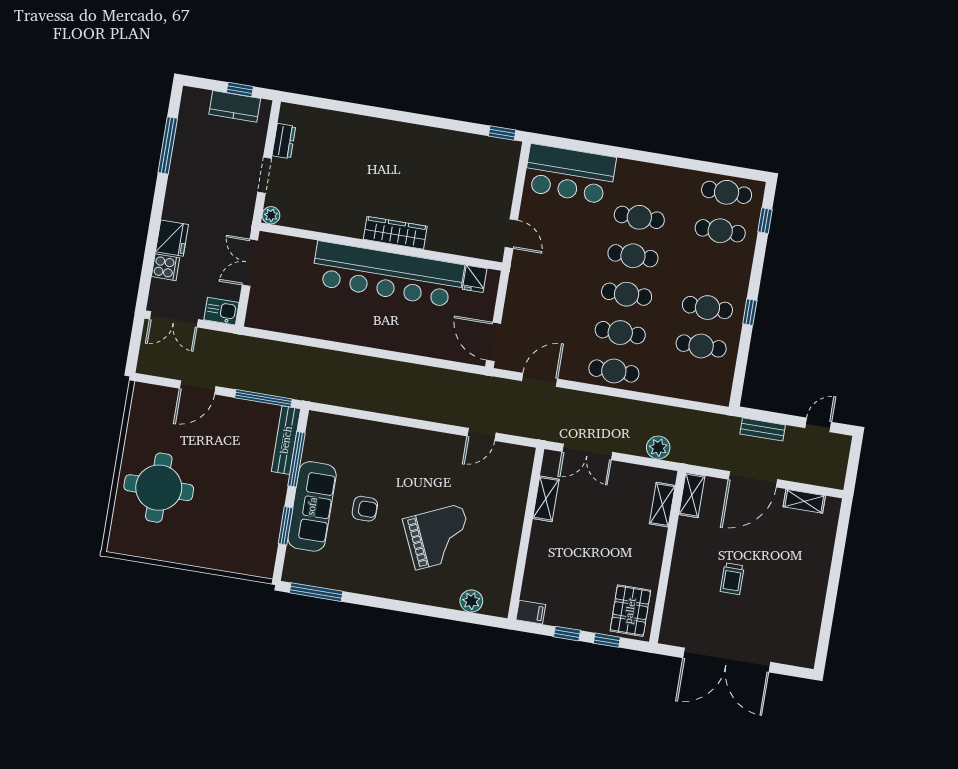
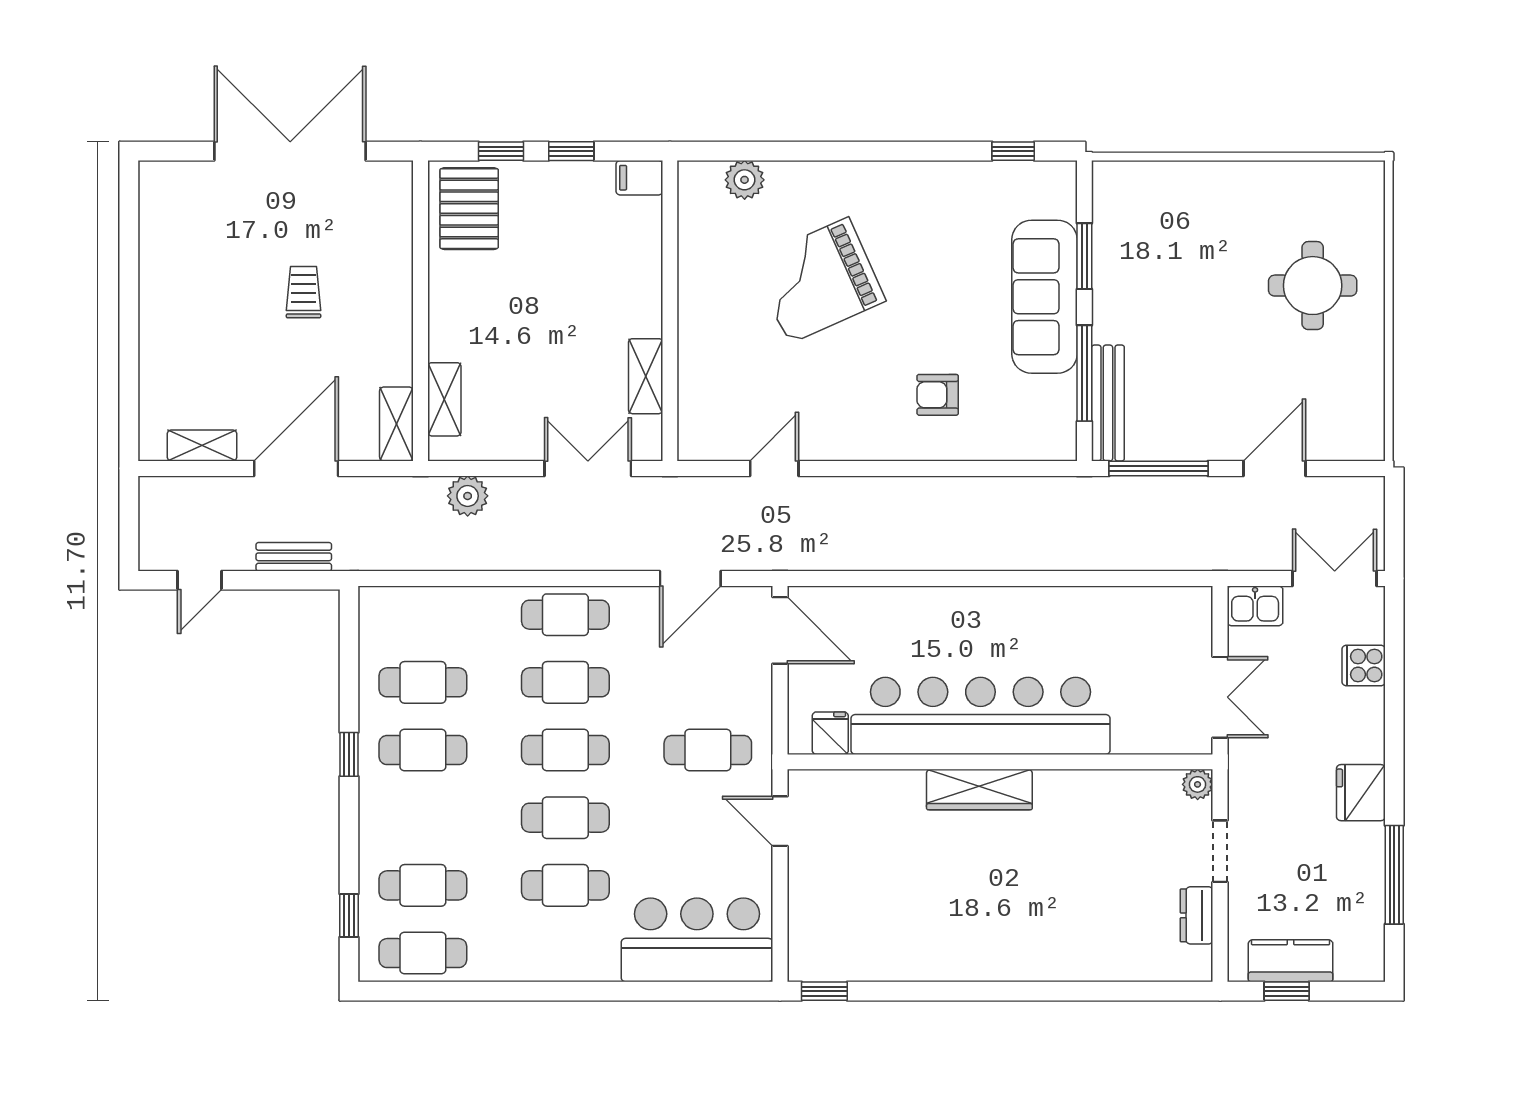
fridge: (172, 238) -> (1361, 793), moved
cafe table: (546, 281) -> (708, 750), added
round table: (159, 488) -> (1313, 286), width x0.73, depth x0.73
armchair: (365, 509) -> (938, 395), moved
window: (316, 592) -> (1013, 151), width x0.46

